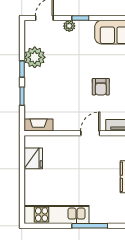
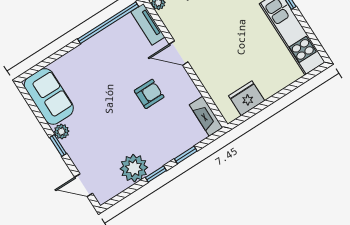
plant: (69, 26) -> (62, 131), moved
armchair: (101, 87) -> (149, 94), moved

